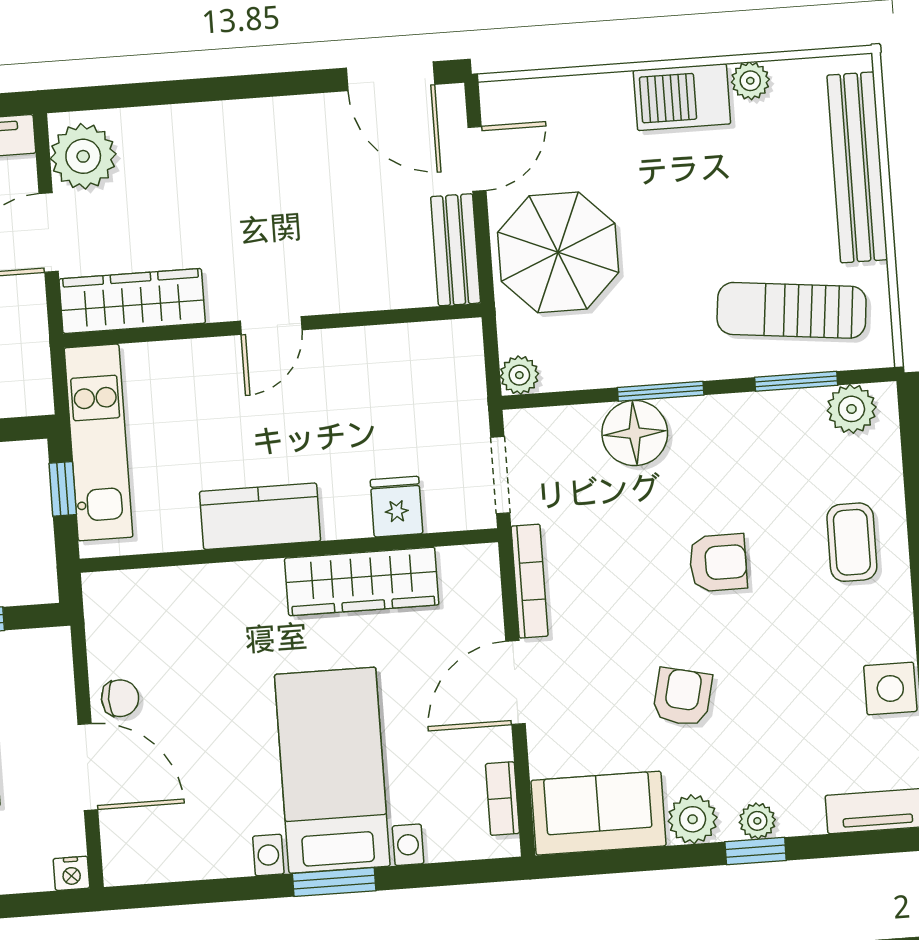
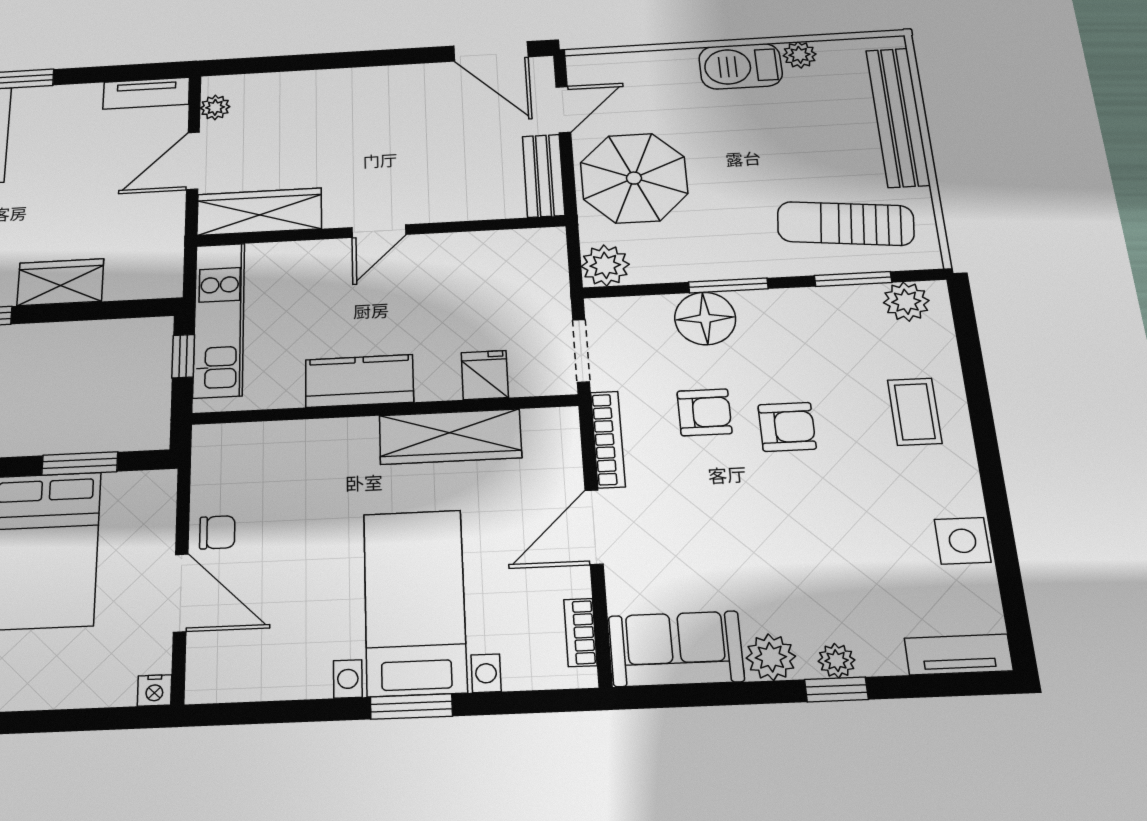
plant: (83, 156) -> (215, 107), width x0.53, depth x0.53
plant: (519, 375) -> (605, 265), width x1.38, depth x1.38
armchair: (682, 697) -> (704, 412), moved, turned 77

